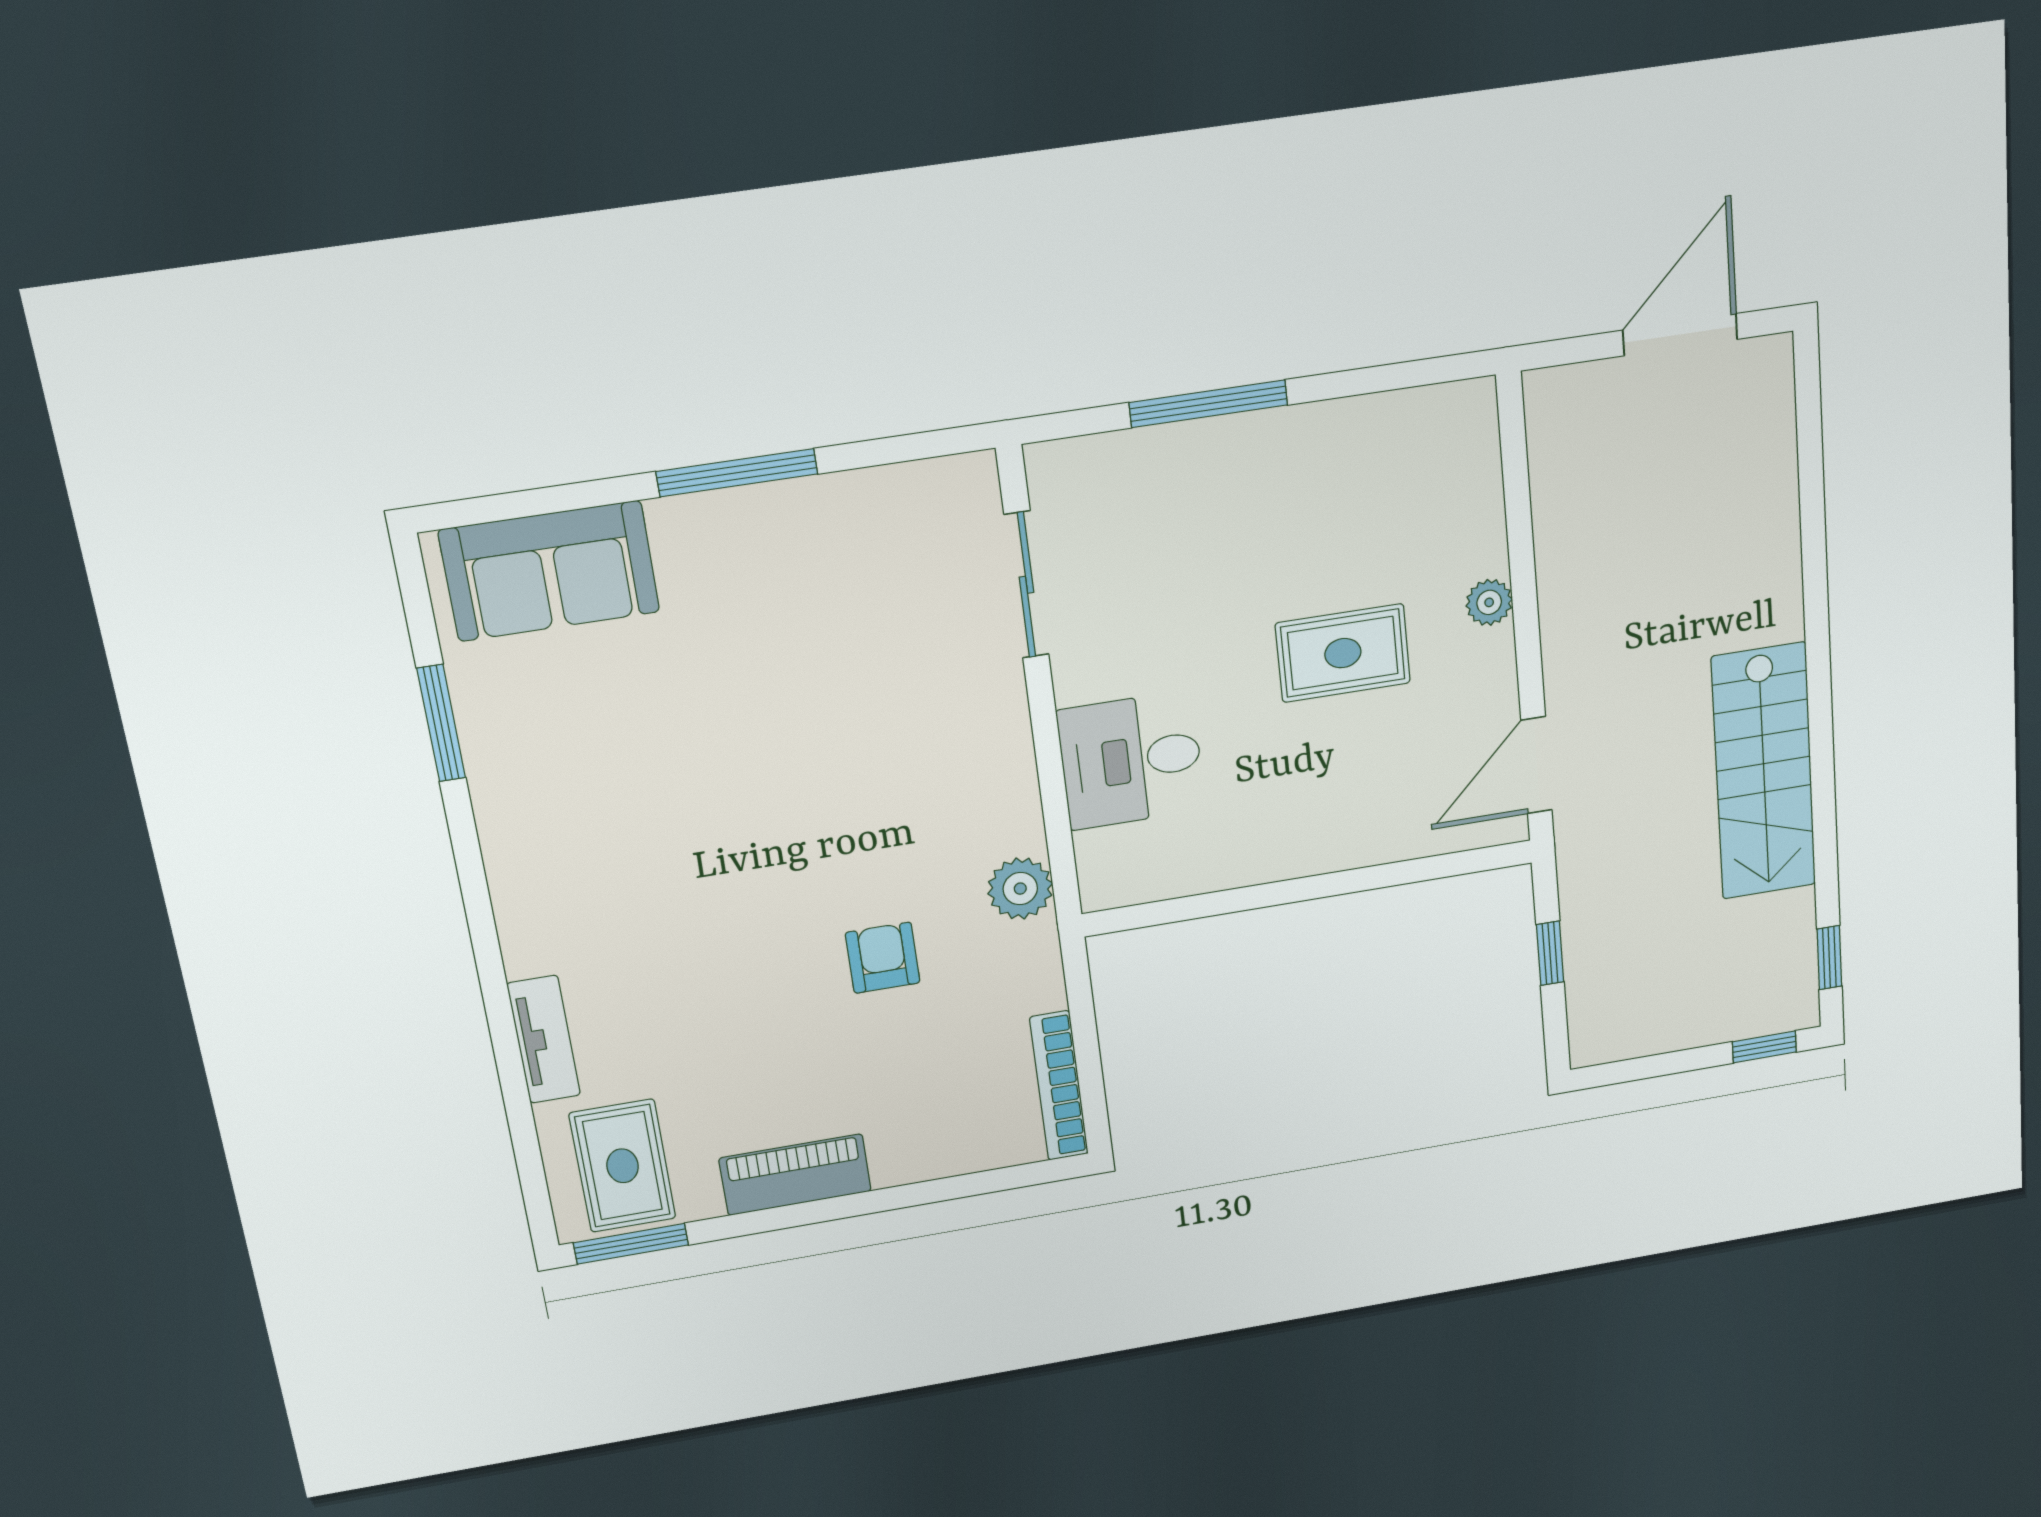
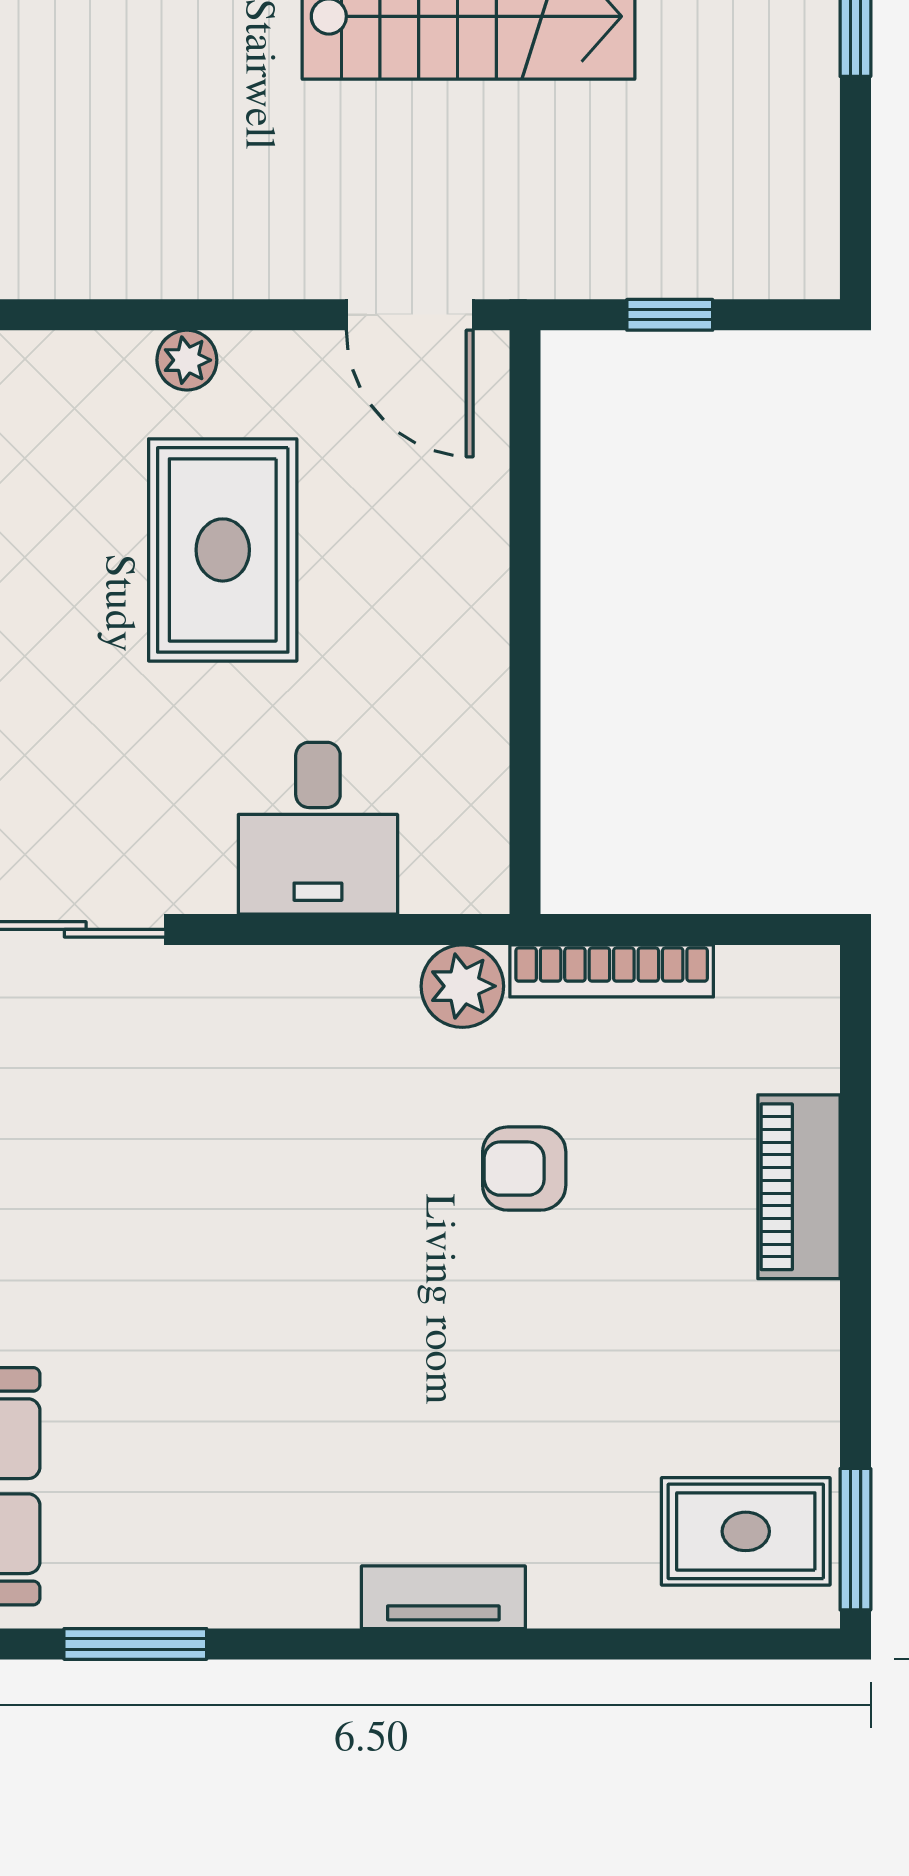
rug: (1343, 653) -> (223, 550), width x1.36, depth x1.43
tv unit: (544, 1039) -> (443, 1597), moved
bookcase: (1059, 1086) -> (612, 971), moved
piano: (795, 1175) -> (799, 1187), moved

